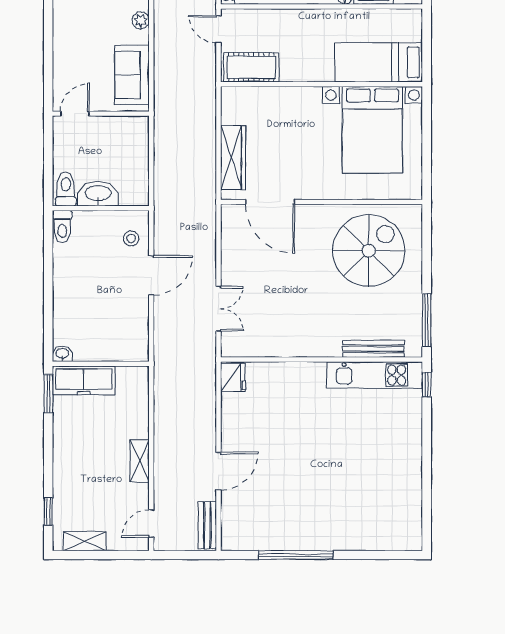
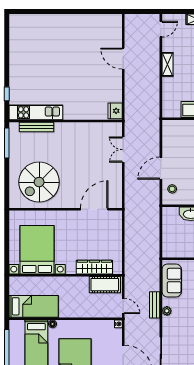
bed: (379, 62) -> (34, 306), moved
wardrobe: (233, 158) -> (94, 267), moved, turned 90
door: (270, 202) -> (94, 209), hinge flipped
window: (427, 385) -> (7, 94), moved
door: (219, 471) -> (123, 59), hinge flipped
bench: (207, 525) -> (155, 305), moved
window: (296, 555) -> (80, 12), removed

